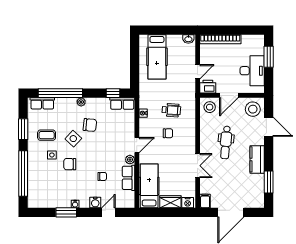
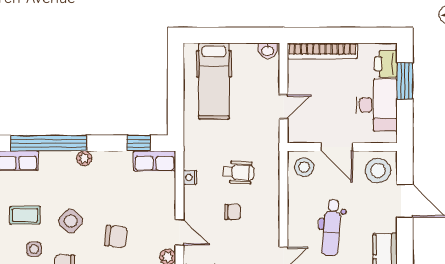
printer: (208, 87) -> (386, 64), moved, turned -90
door: (229, 95) -> (337, 147), hinge flipped
chair: (90, 125) -> (116, 237), moved
door: (137, 145) -> (180, 232), hinge flipped

